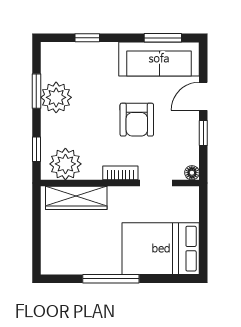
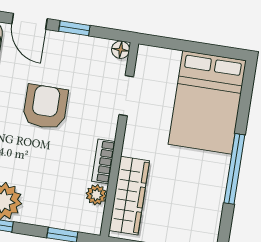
armchair: (137, 120) -> (45, 107), turned -90
plant: (65, 164) -> (96, 195), width x0.53, depth x0.53
bookcase: (120, 173) -> (103, 161), moved

